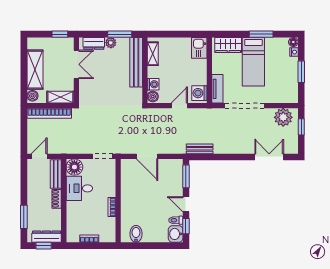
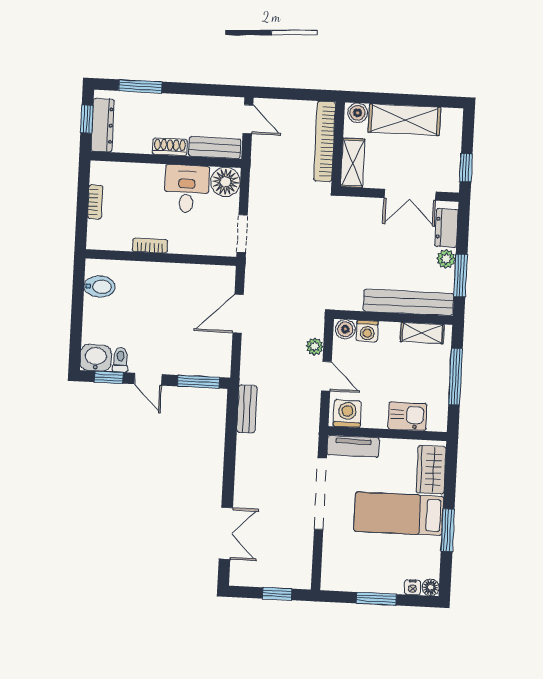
window: (176, 34) -> (455, 376), added
kitchen sink: (199, 48) -> (407, 416), moved
plant: (283, 117) -> (315, 346), moved, width x0.53, depth x0.53
door: (186, 204) -> (148, 379), swing flipped

